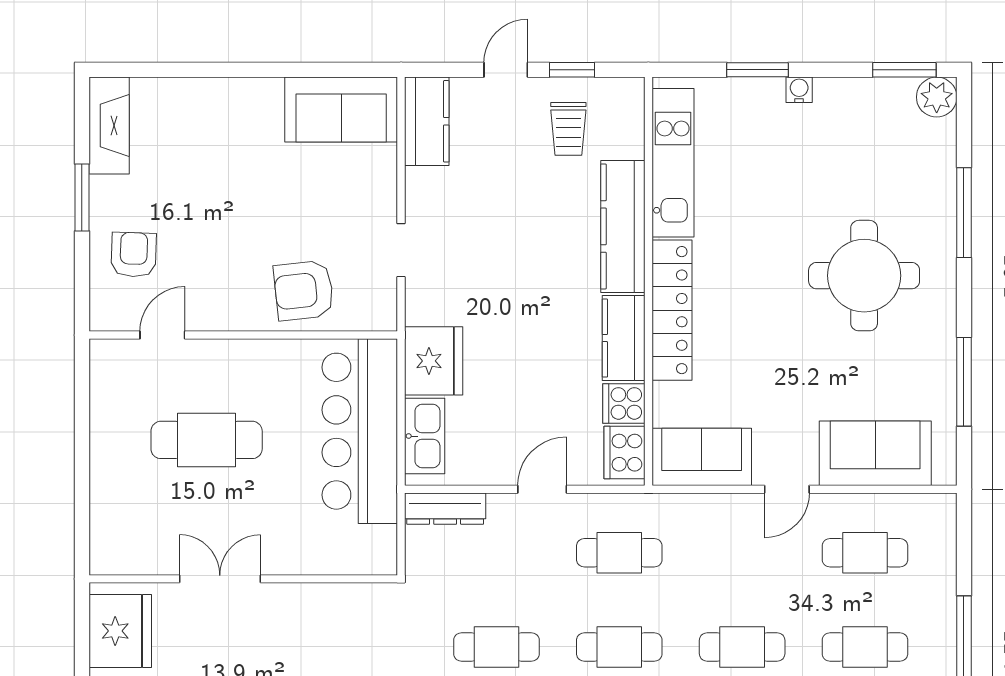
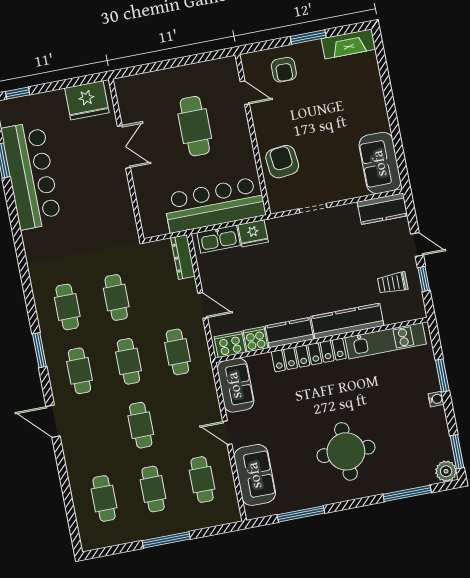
window: (964, 213) -> (407, 493), moved
armchair: (134, 255) -> (284, 70), turned 88
fridge: (434, 361) -> (253, 233), width x0.73, depth x0.75

